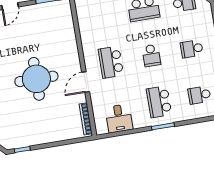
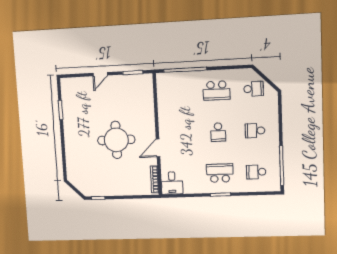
school desk: (111, 62) -> (182, 134), removed
school desk: (159, 102) -> (220, 173), turned 90
desk: (119, 118) -> (172, 183), moved

